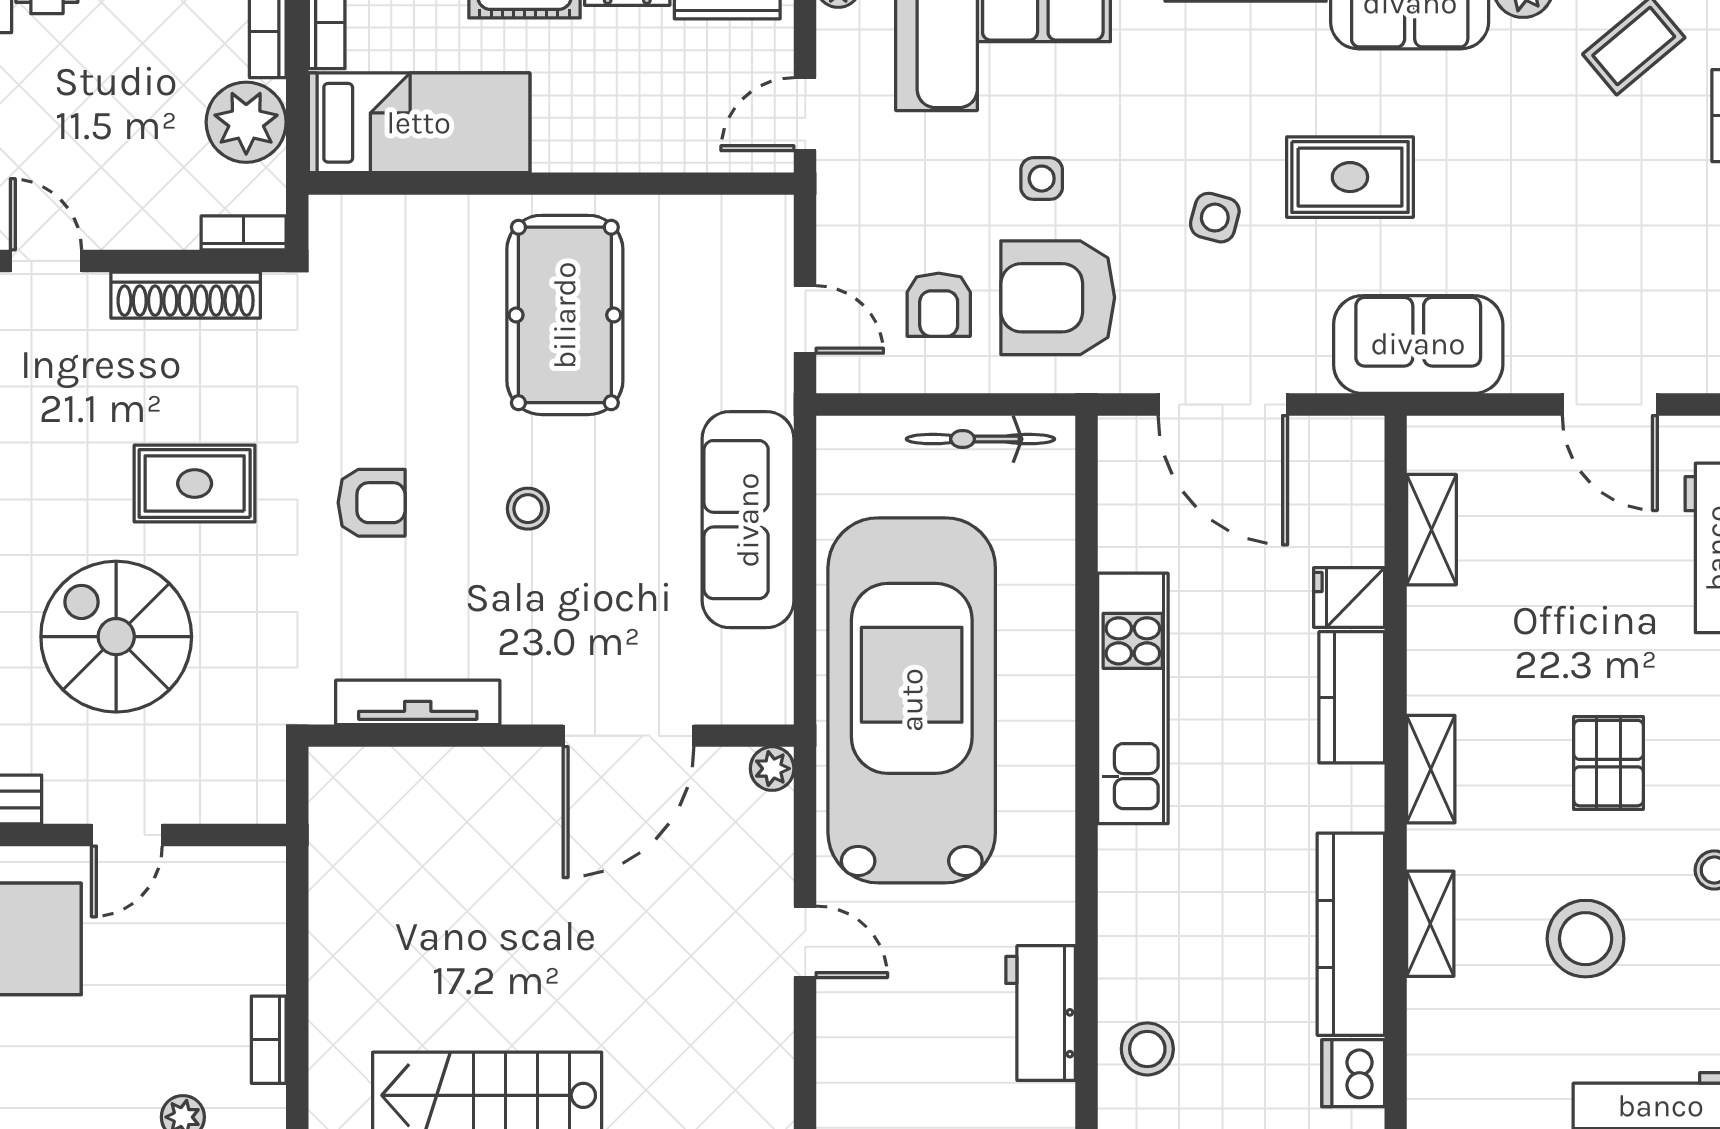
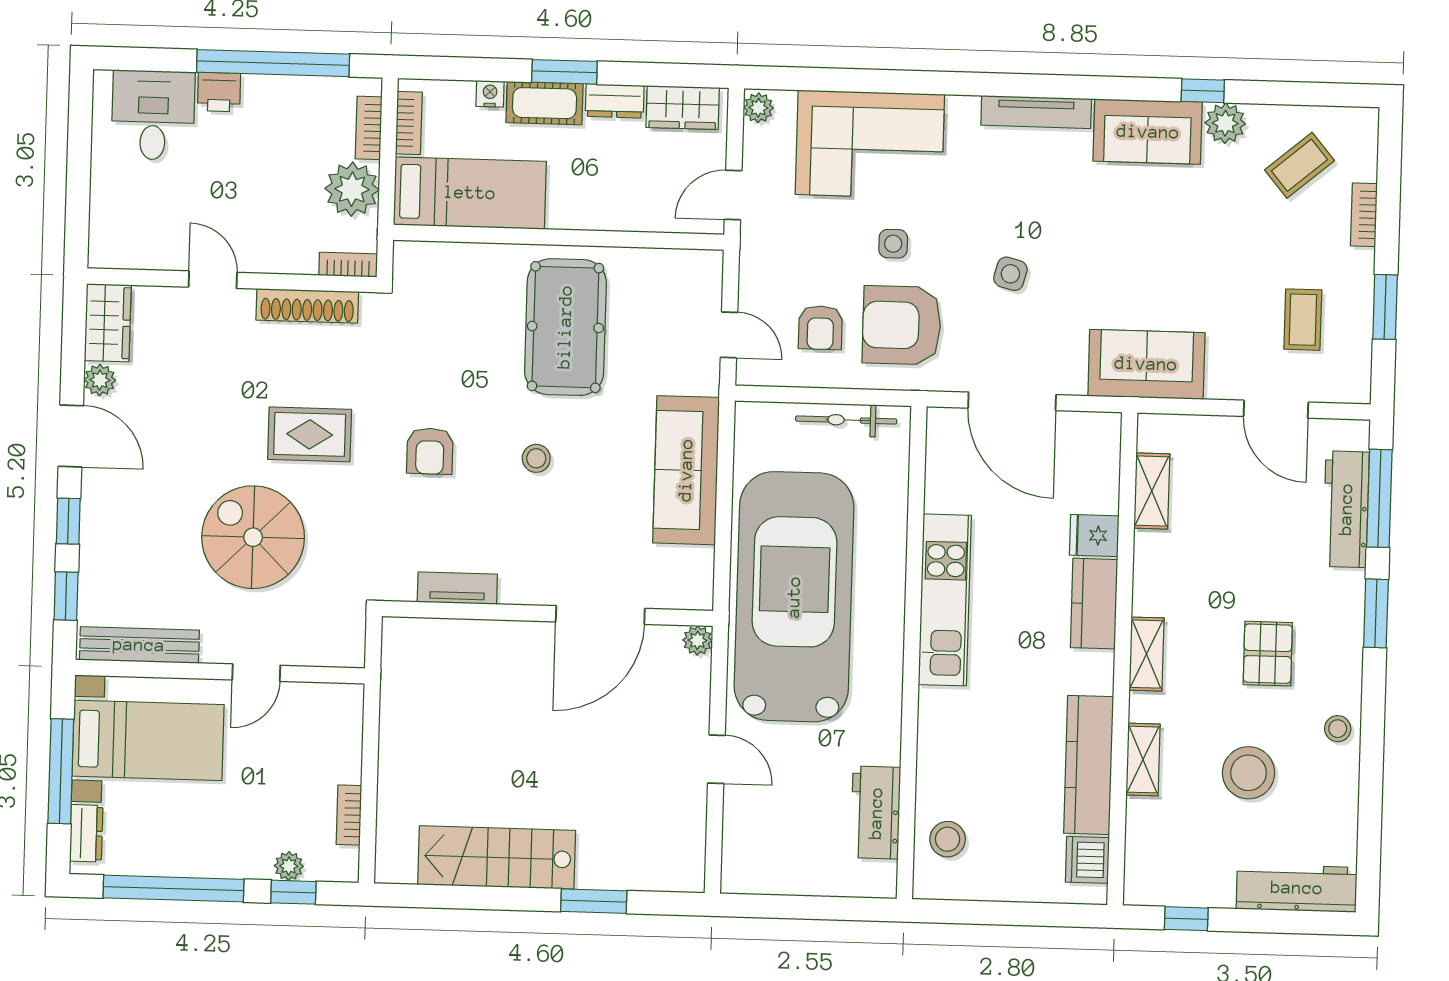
rug: (1350, 177) -> (1103, 249), removed
coffee table: (1645, 272) -> (1303, 320), added
armchair: (372, 503) -> (430, 451), turned 90
tv unit: (418, 702) -> (457, 588), width x0.71

